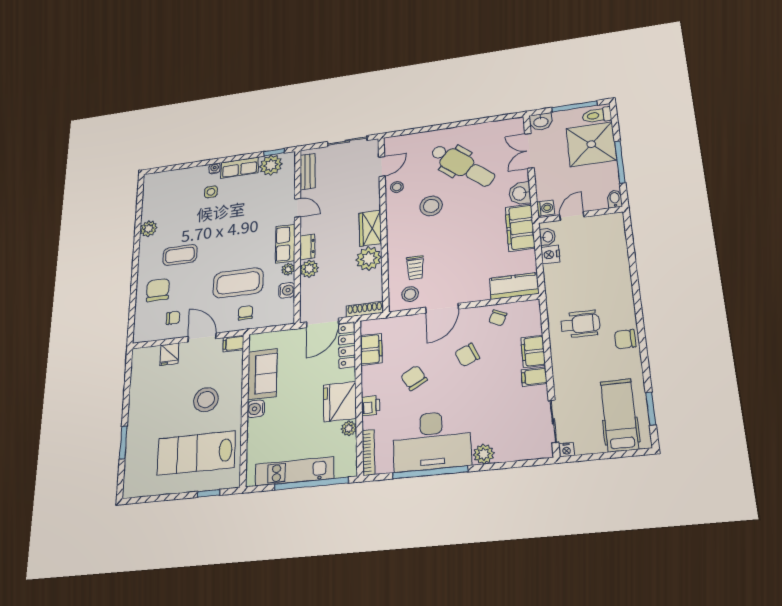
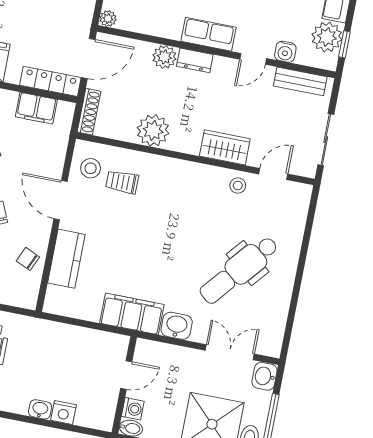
door: (382, 166) -> (273, 174), swing flipped
stool: (431, 206) -> (197, 220), removed
washing machine: (546, 208) -> (133, 409), moved, turned -90
door: (572, 216) -> (126, 375), hinge flipped
wardrobe: (370, 228) -> (225, 147), moved
washbasin: (547, 237) -> (40, 409), moved, turned 180
nightstand: (550, 255) -> (64, 413), moved, turned 180
plant: (288, 269) -> (108, 19), moved
kitchen counter: (514, 286) -> (66, 259), moved
water cooler: (287, 290) -> (285, 52), moved
door: (322, 323) -> (88, 59), swing flipped

